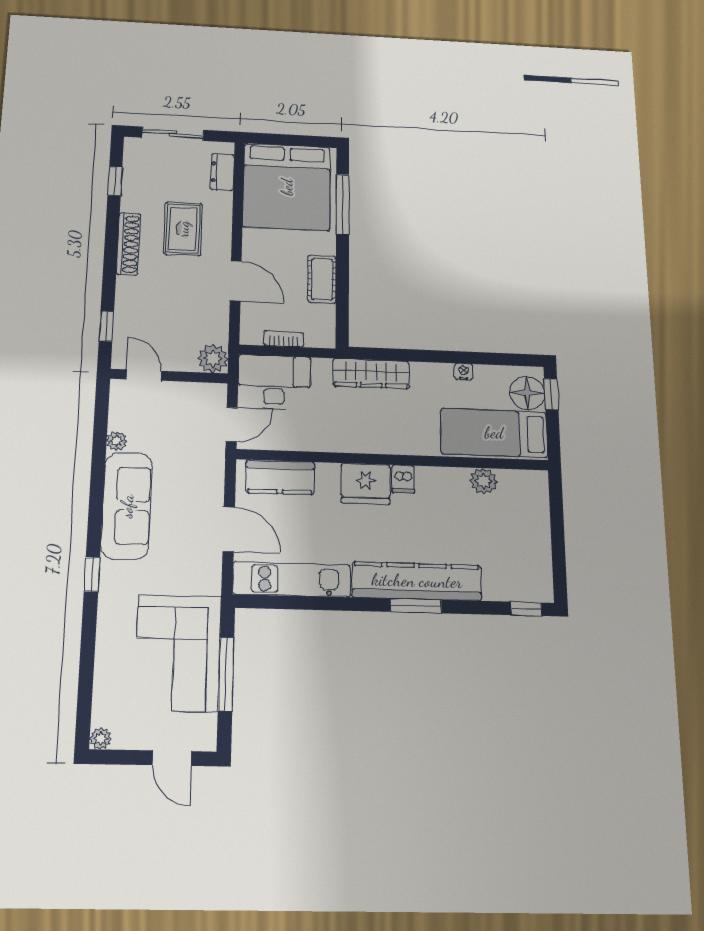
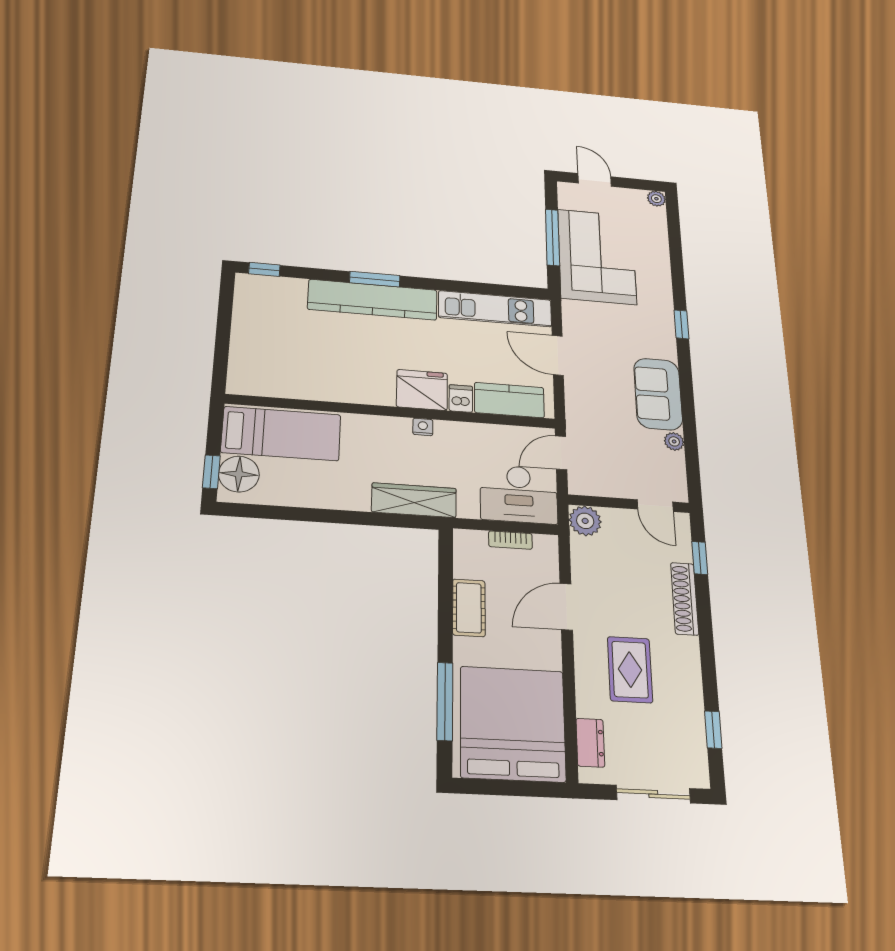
shoe rack: (128, 244) -> (685, 599), moved
door: (236, 281) -> (566, 607), hinge flipped
nightstand: (464, 372) -> (423, 427), moved, turned 180
dishwasher: (403, 479) -> (461, 399), moved
plant: (484, 481) -> (297, 386), removed
sofa: (127, 506) -> (658, 394), width x0.73

